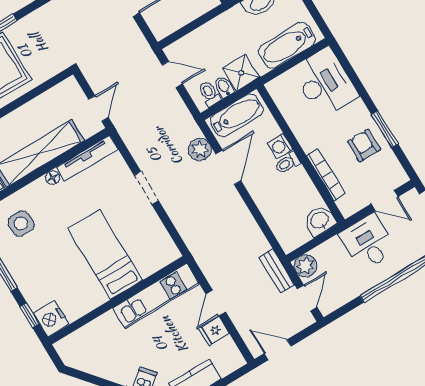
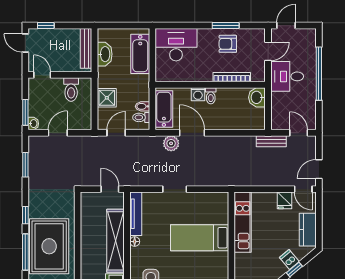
shower: (241, 73) -> (107, 98), moved
plant: (305, 266) -> (279, 122), removed
door: (216, 303) -> (303, 189), moved

